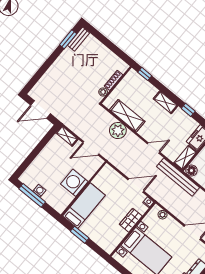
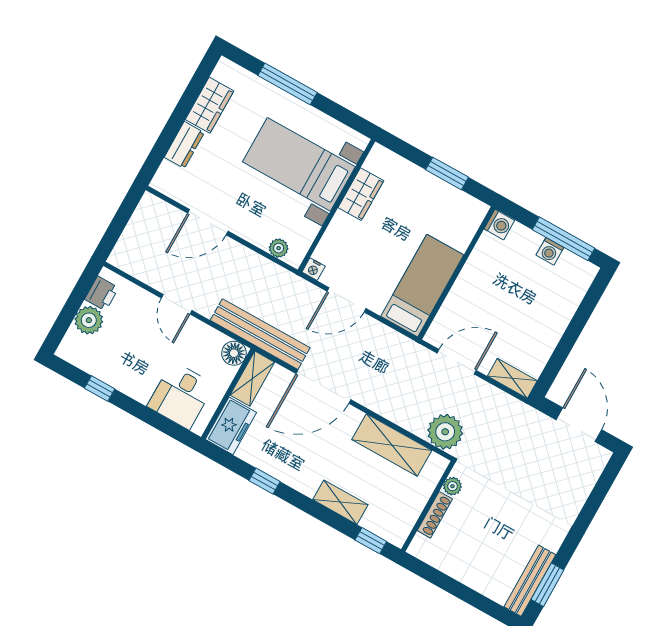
bench: (78, 39) -> (530, 581), width x1.36
shelving: (166, 102) -> (340, 502), moved
door: (40, 109) -> (579, 425), hinge flipped
plant: (118, 131) -> (445, 432), moved
door: (154, 148) -> (323, 387), width x1.87
washing machine: (74, 183) -> (499, 225), moved, width x0.53, depth x0.53
bed: (84, 206) -> (422, 286), moved, turned 180
wardrobe: (131, 220) -> (361, 194), moved

